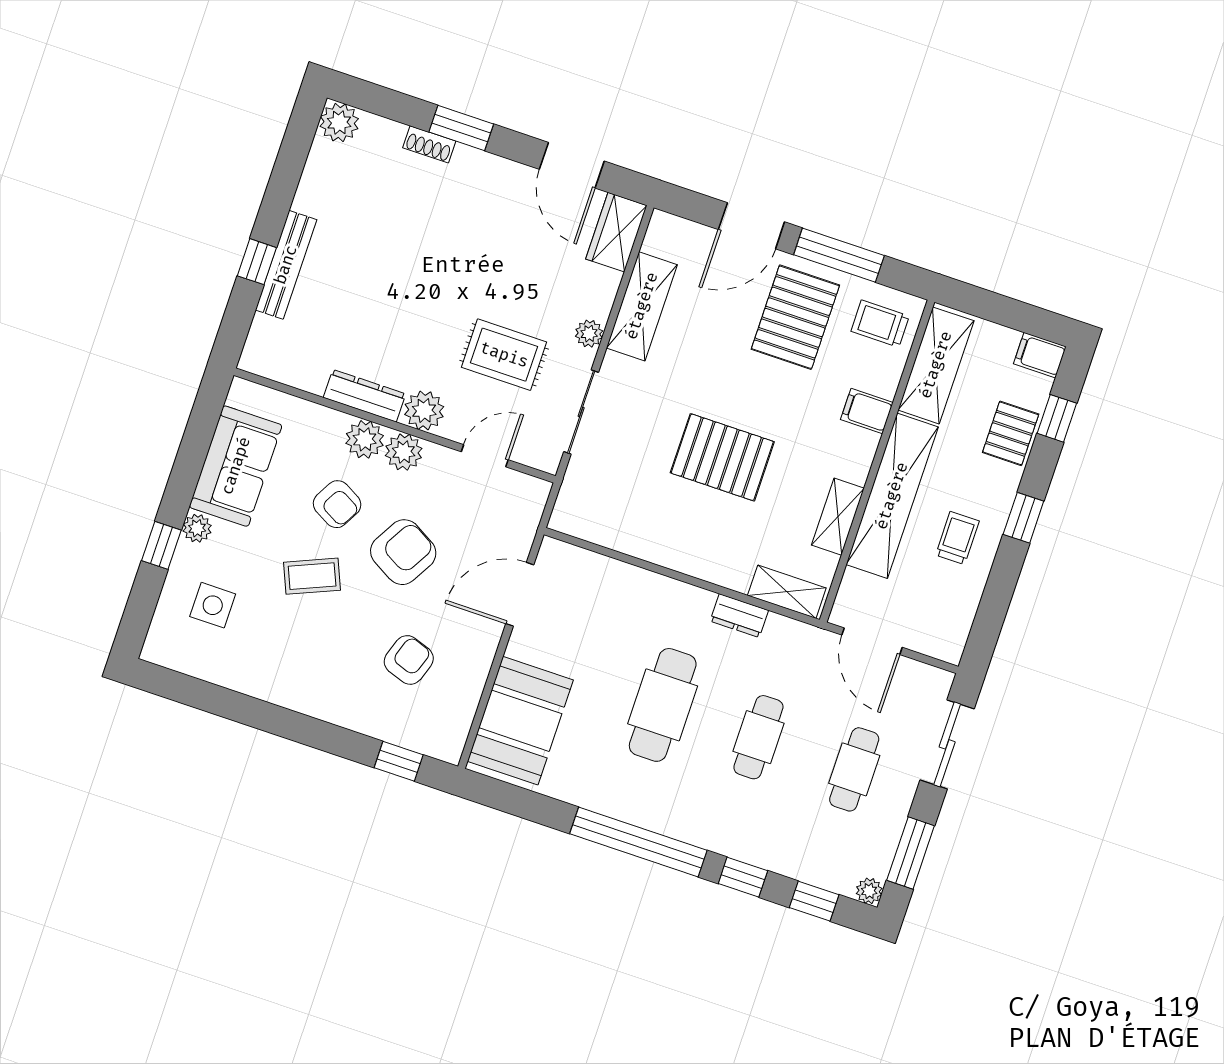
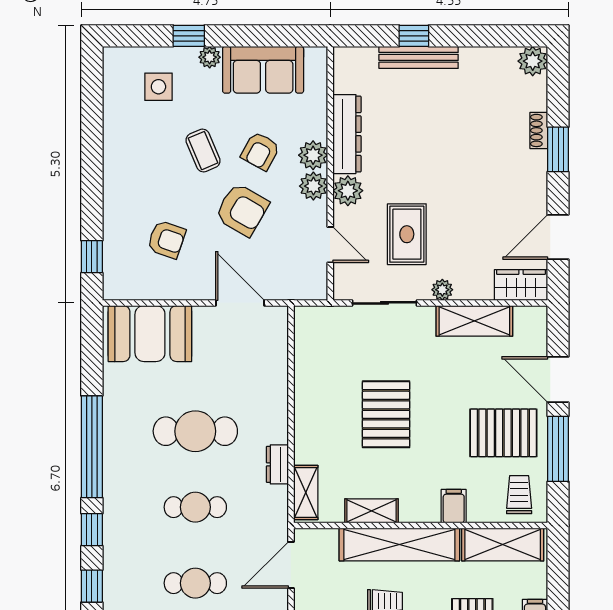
dresser: (364, 396) -> (347, 134), width x1.37, depth x1.24

